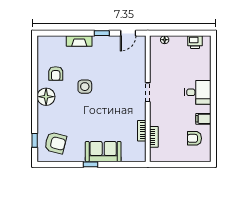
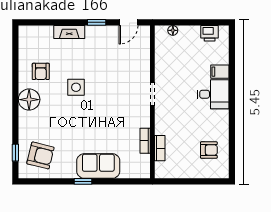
filing cabinet: (203, 119) -> (220, 72), moved
armchair: (194, 138) -> (209, 150), turned 180

